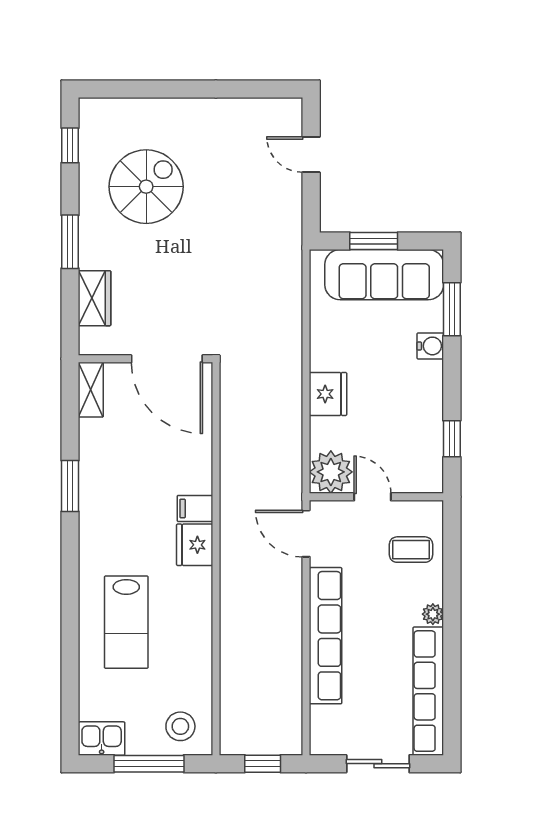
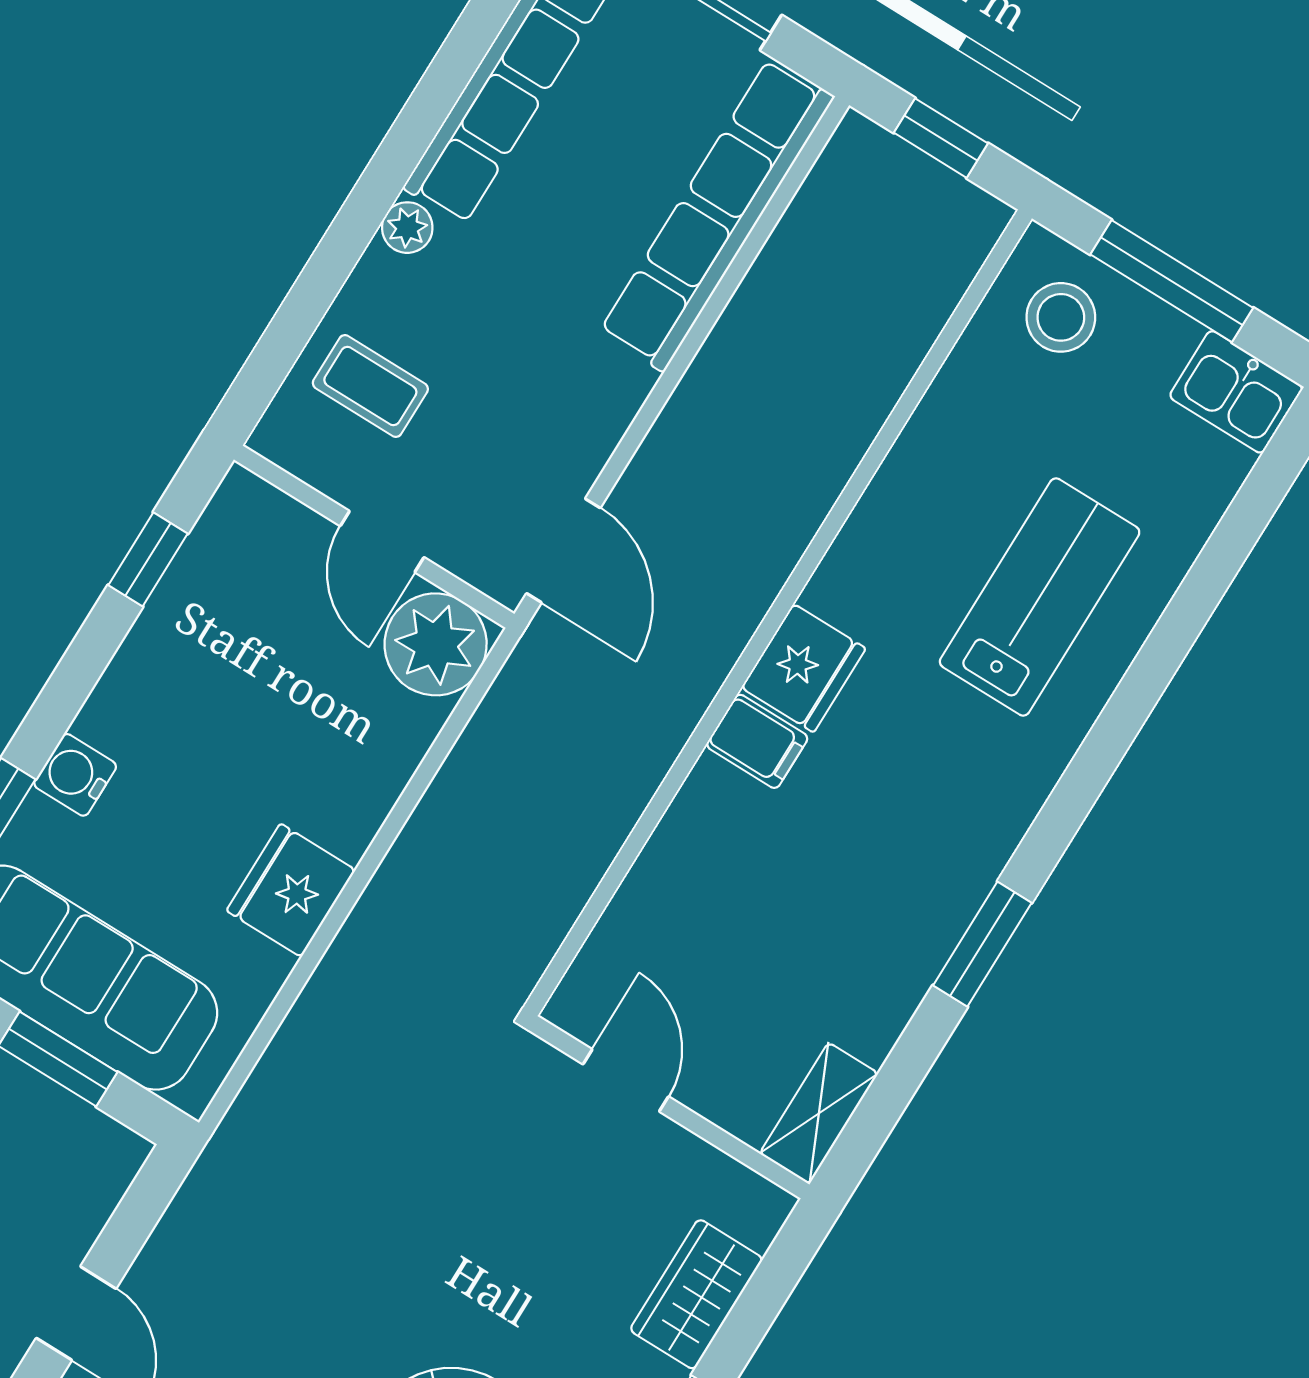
door: (167, 359) -> (626, 1080), width x0.53
fridge: (328, 394) -> (291, 890), moved
row of seats: (326, 636) -> (717, 214), moved

